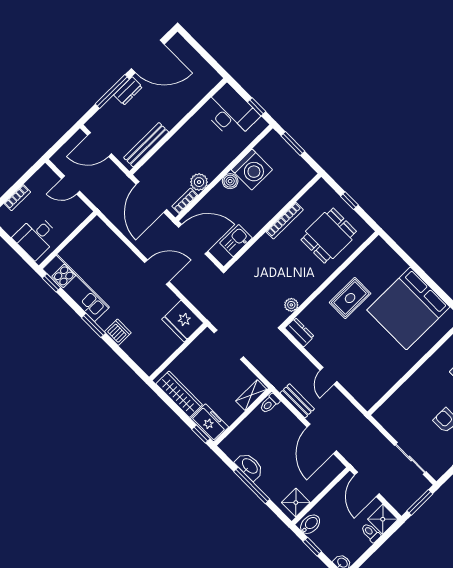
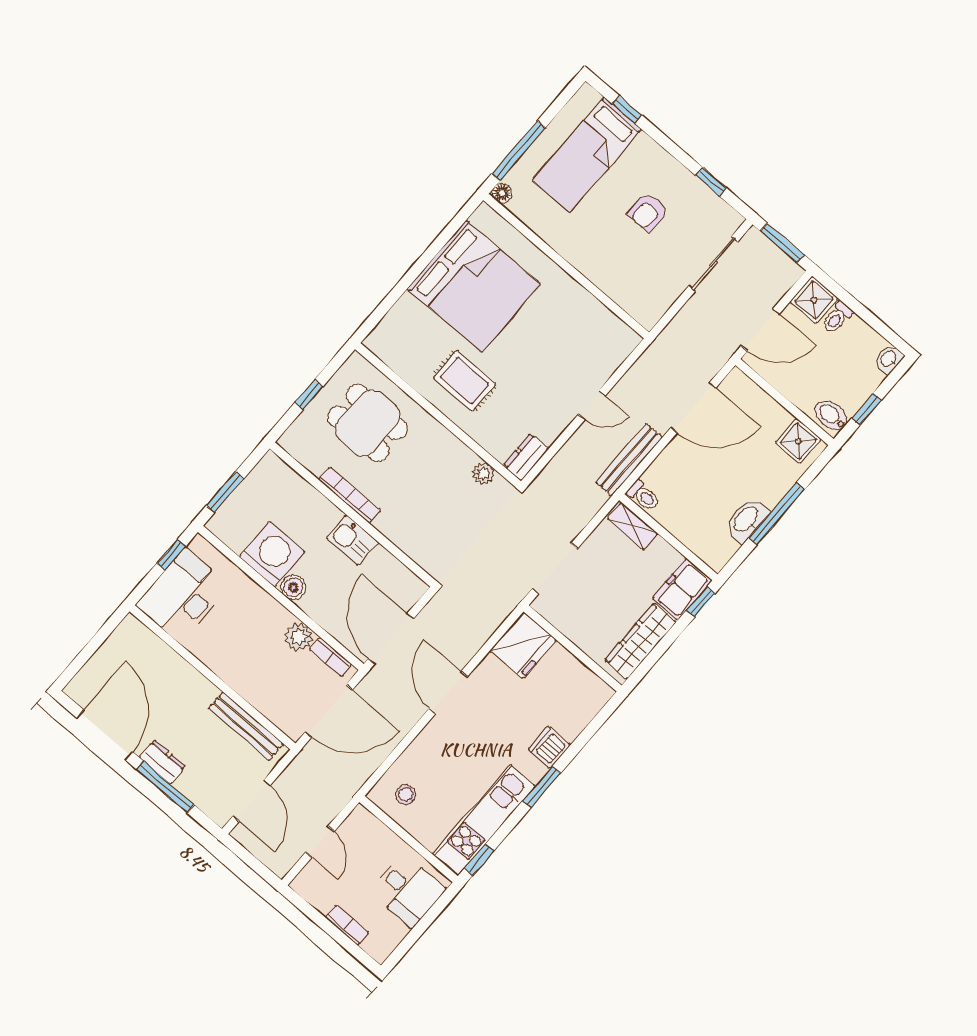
stool: (96, 241) -> (405, 795), added
kitchen sink: (236, 241) -> (352, 540), moved
bench: (297, 401) -> (629, 460), width x1.36

